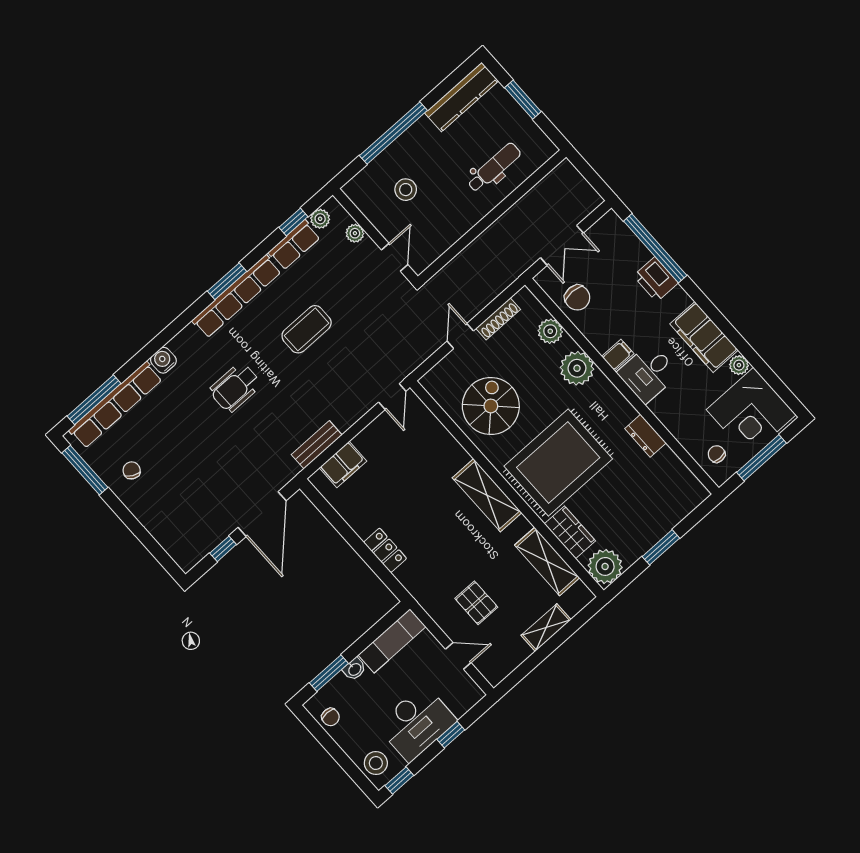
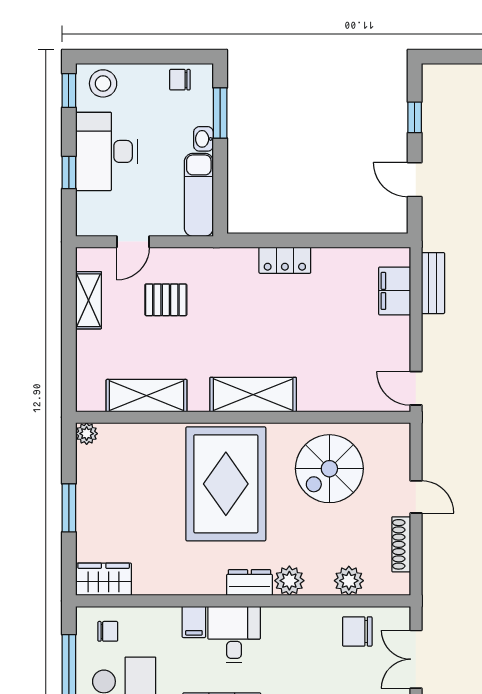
filing cabinet: (618, 355) -> (194, 622), moved
plant: (577, 368) -> (289, 581), width x0.73, depth x0.73
spiral stairs: (491, 406) -> (329, 469), turned 90
dresser: (645, 436) -> (249, 583), moved
door: (262, 514) -> (415, 180), width x0.53
wardrobe: (570, 532) -> (104, 579), moved, turned 180
plant: (605, 566) -> (87, 434), width x0.53, depth x0.53
shelving: (546, 628) -> (89, 300), moved

